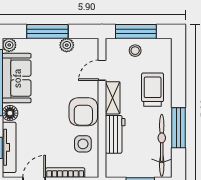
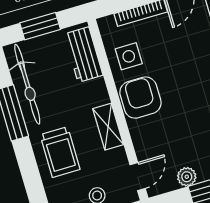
door: (102, 70) -> (138, 177), moved
workbench: (115, 134) -> (83, 55), moved

